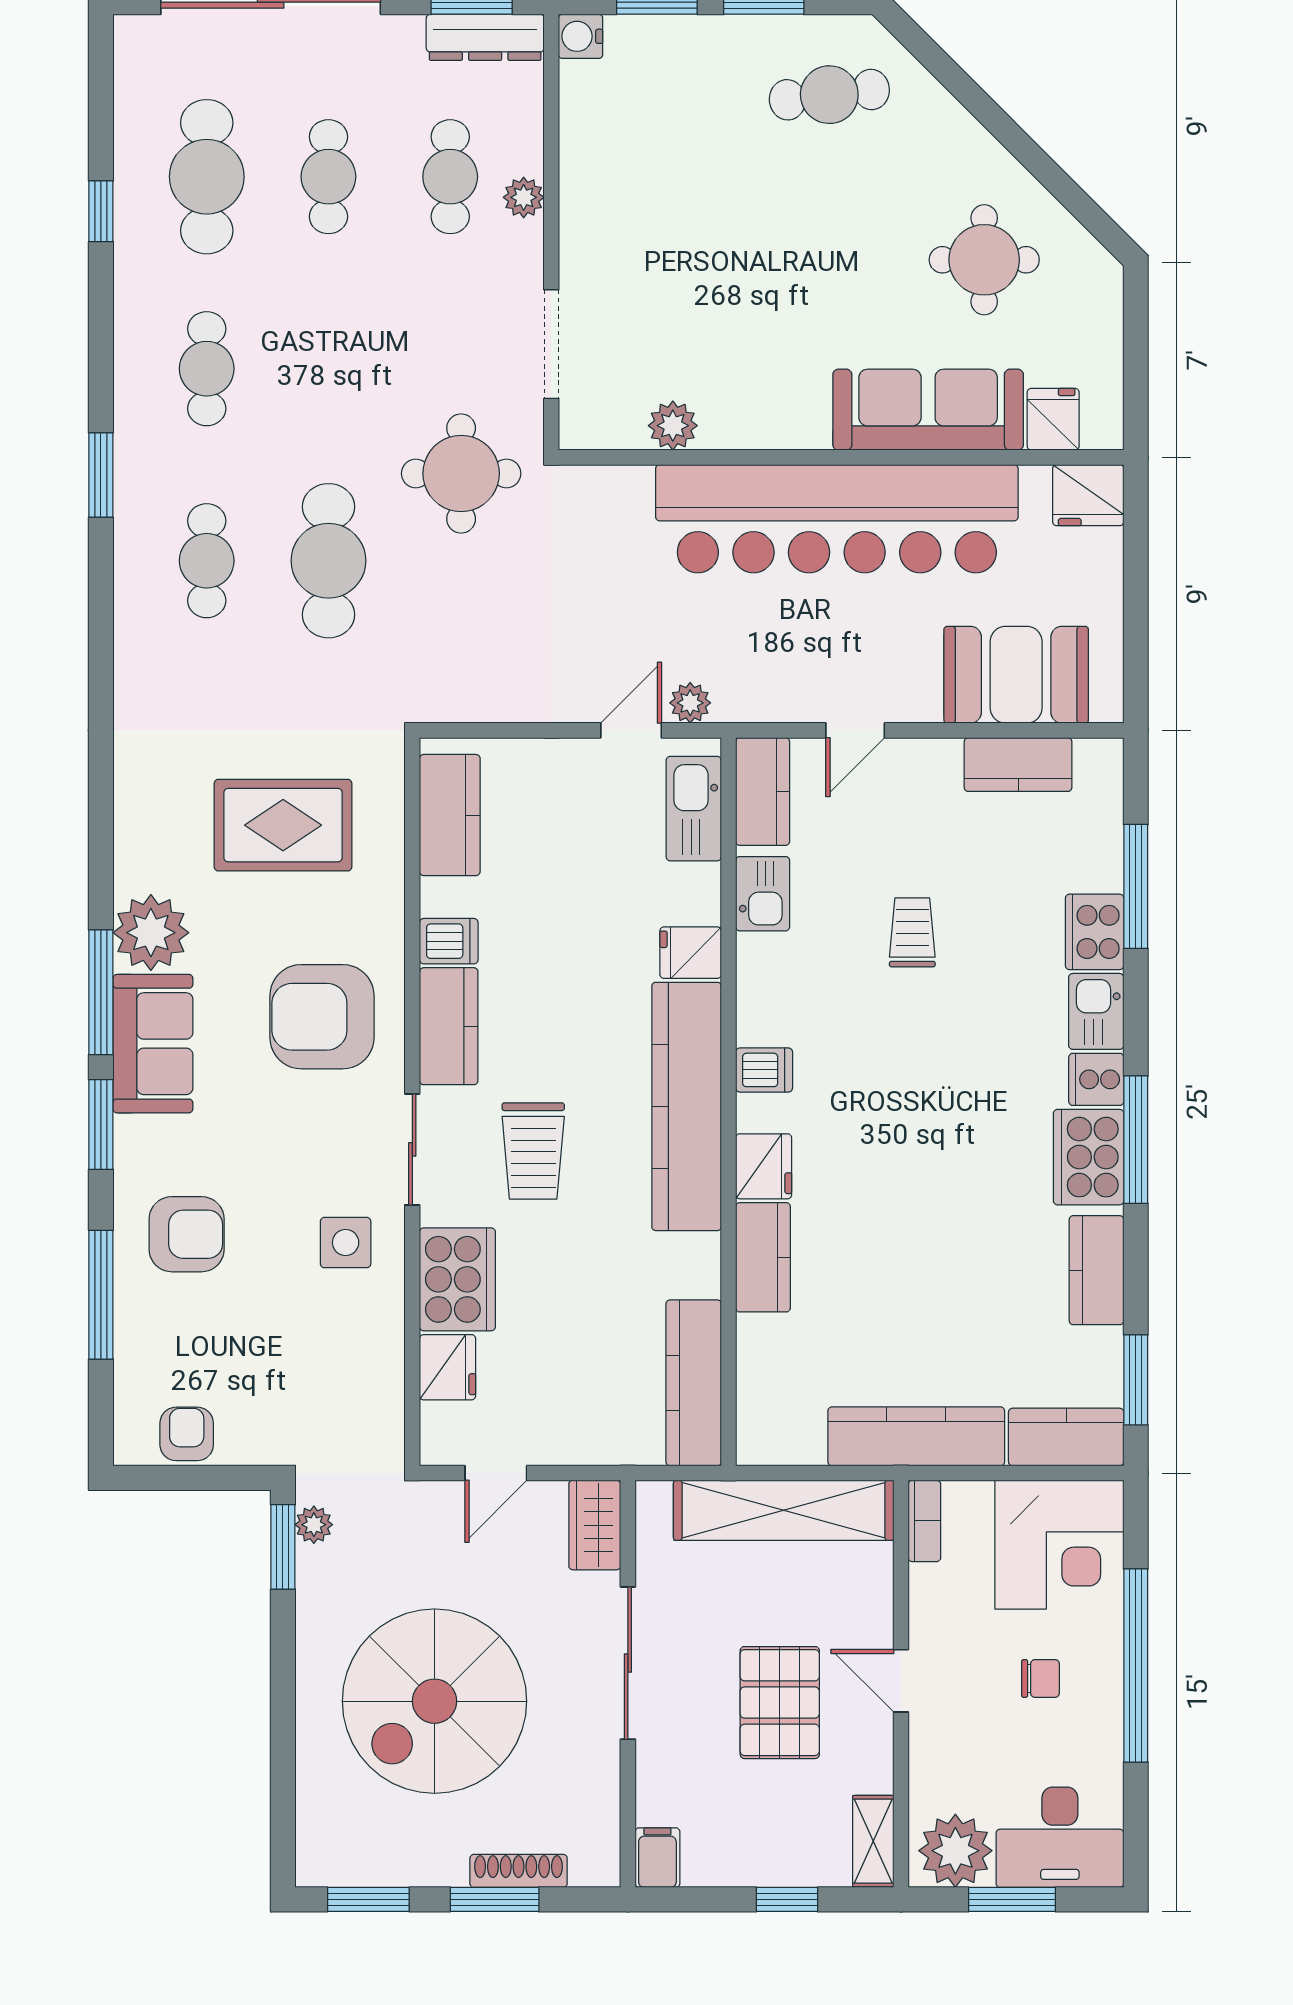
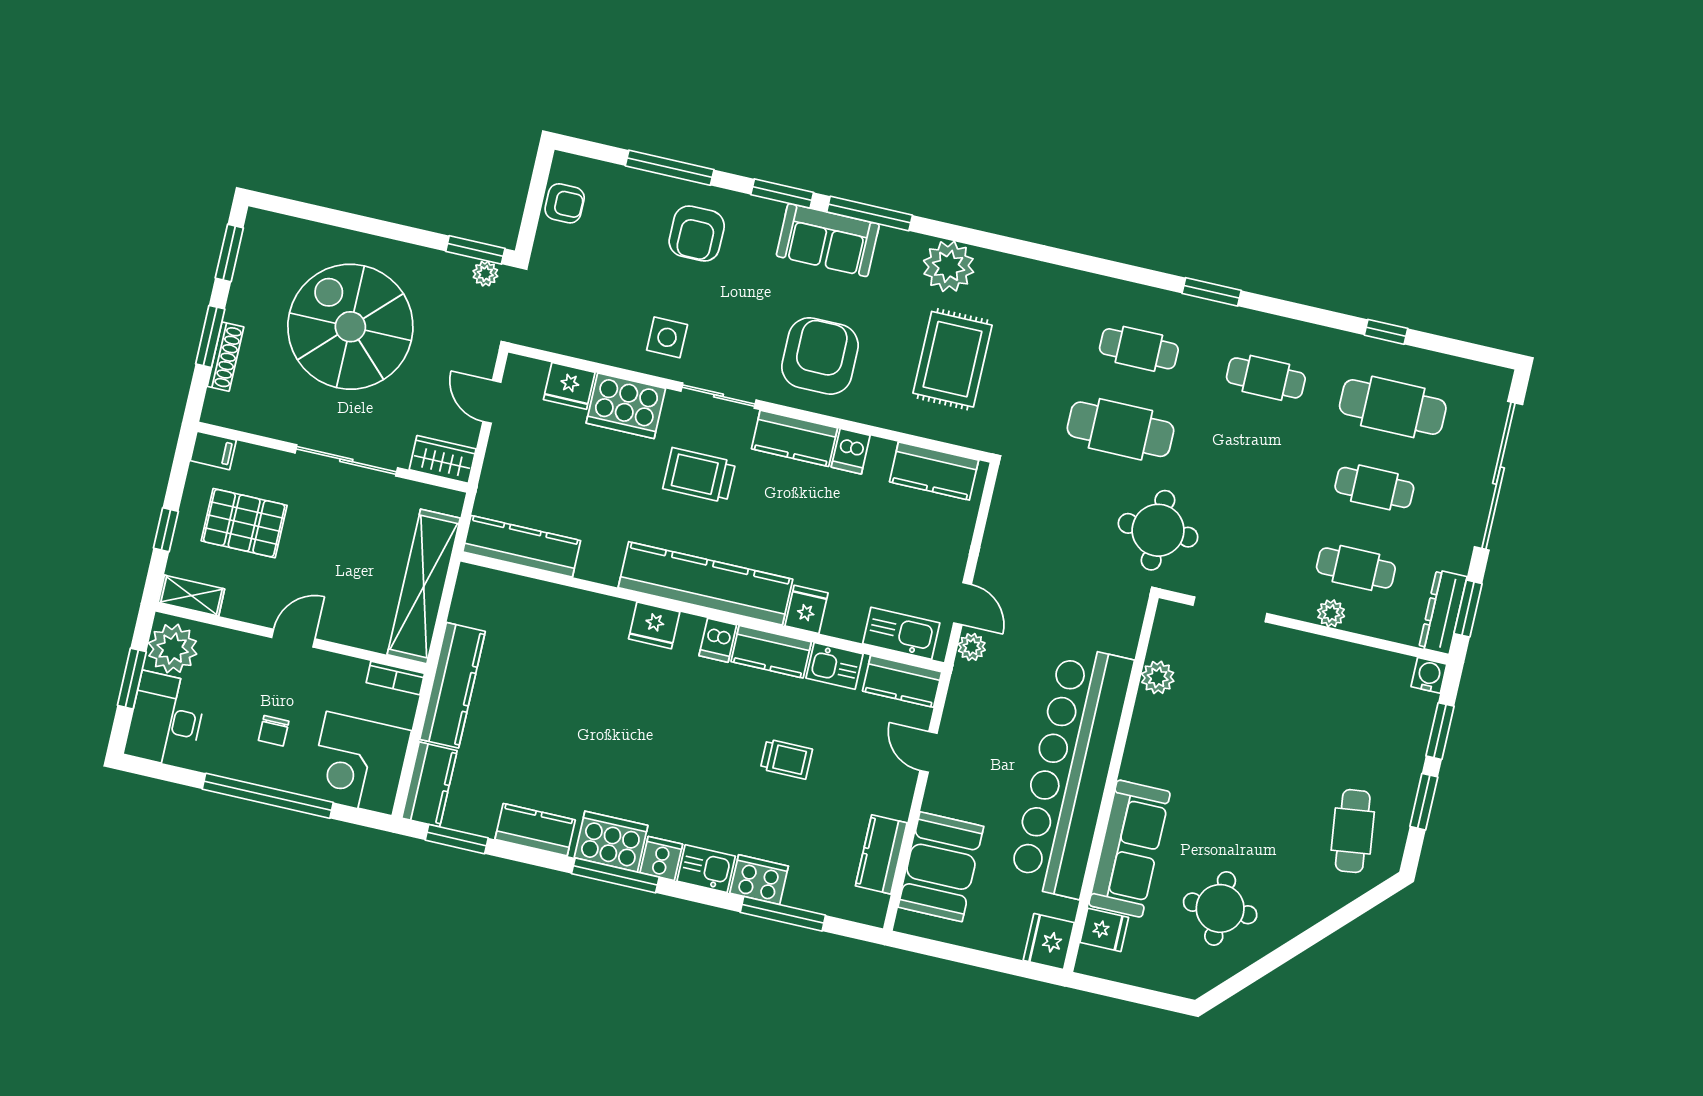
plant: (151, 933) -> (949, 266), moved
kitchen counter: (763, 1257) -> (771, 652), moved
pallet: (780, 1703) -> (244, 523), moved

